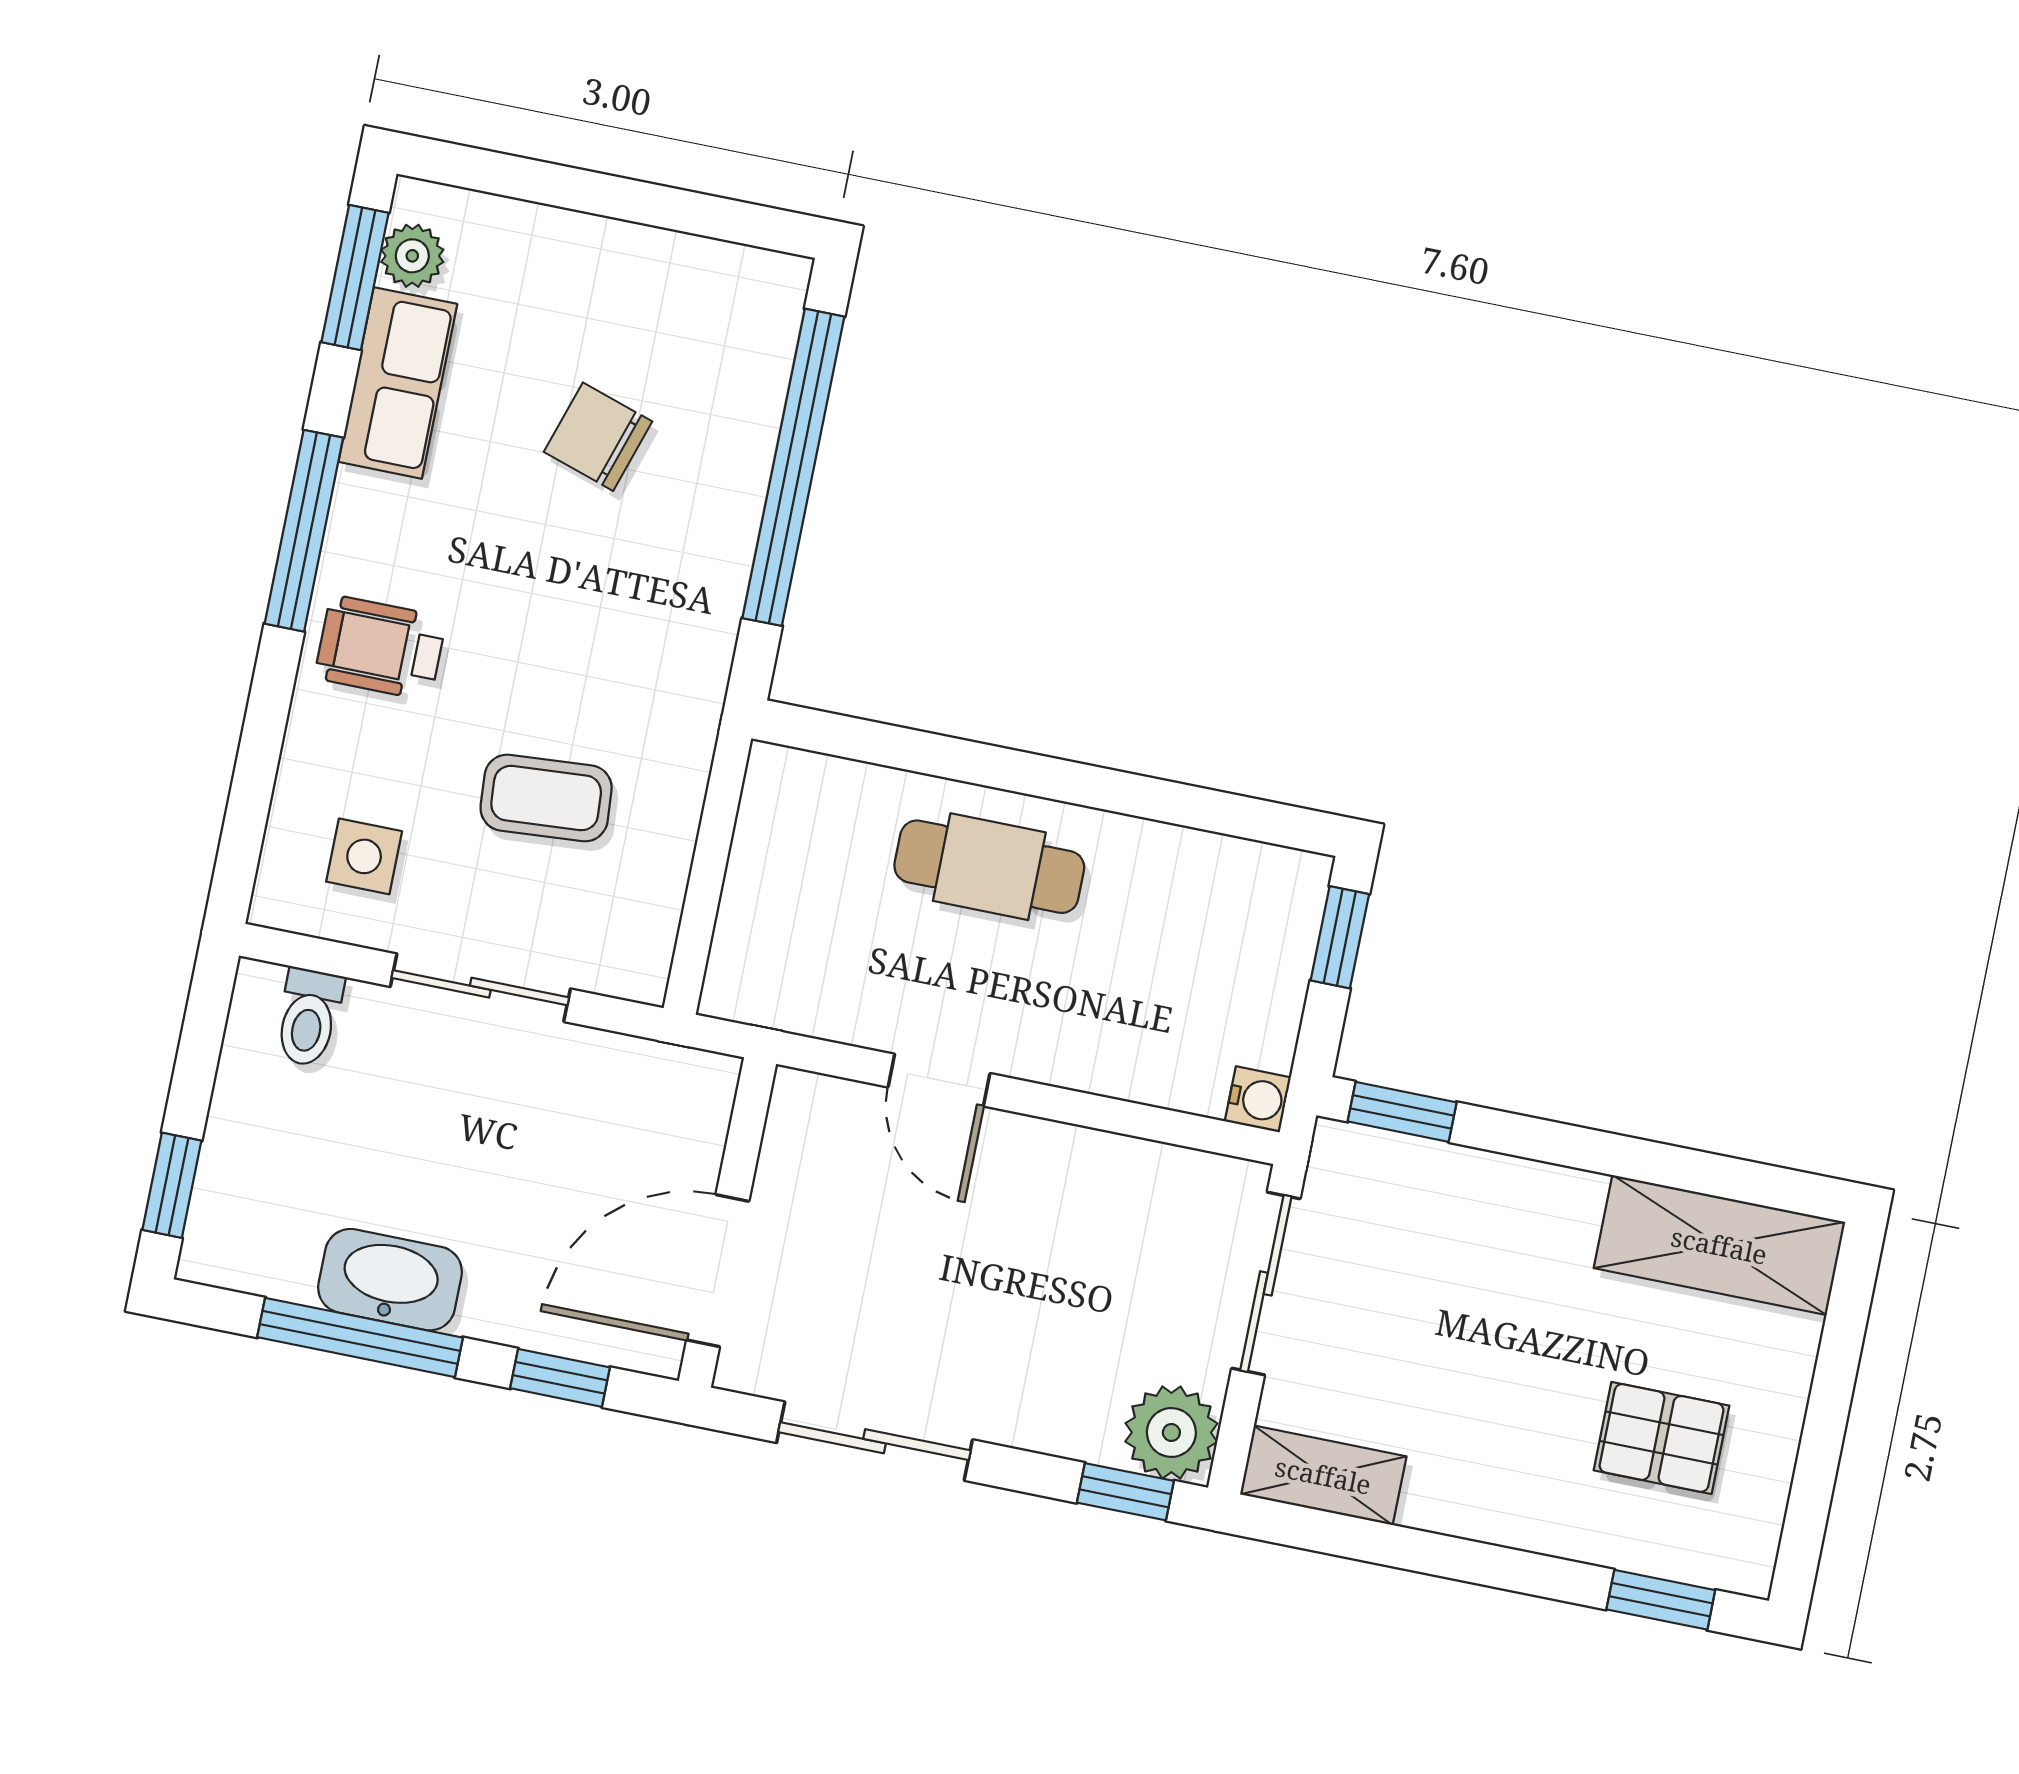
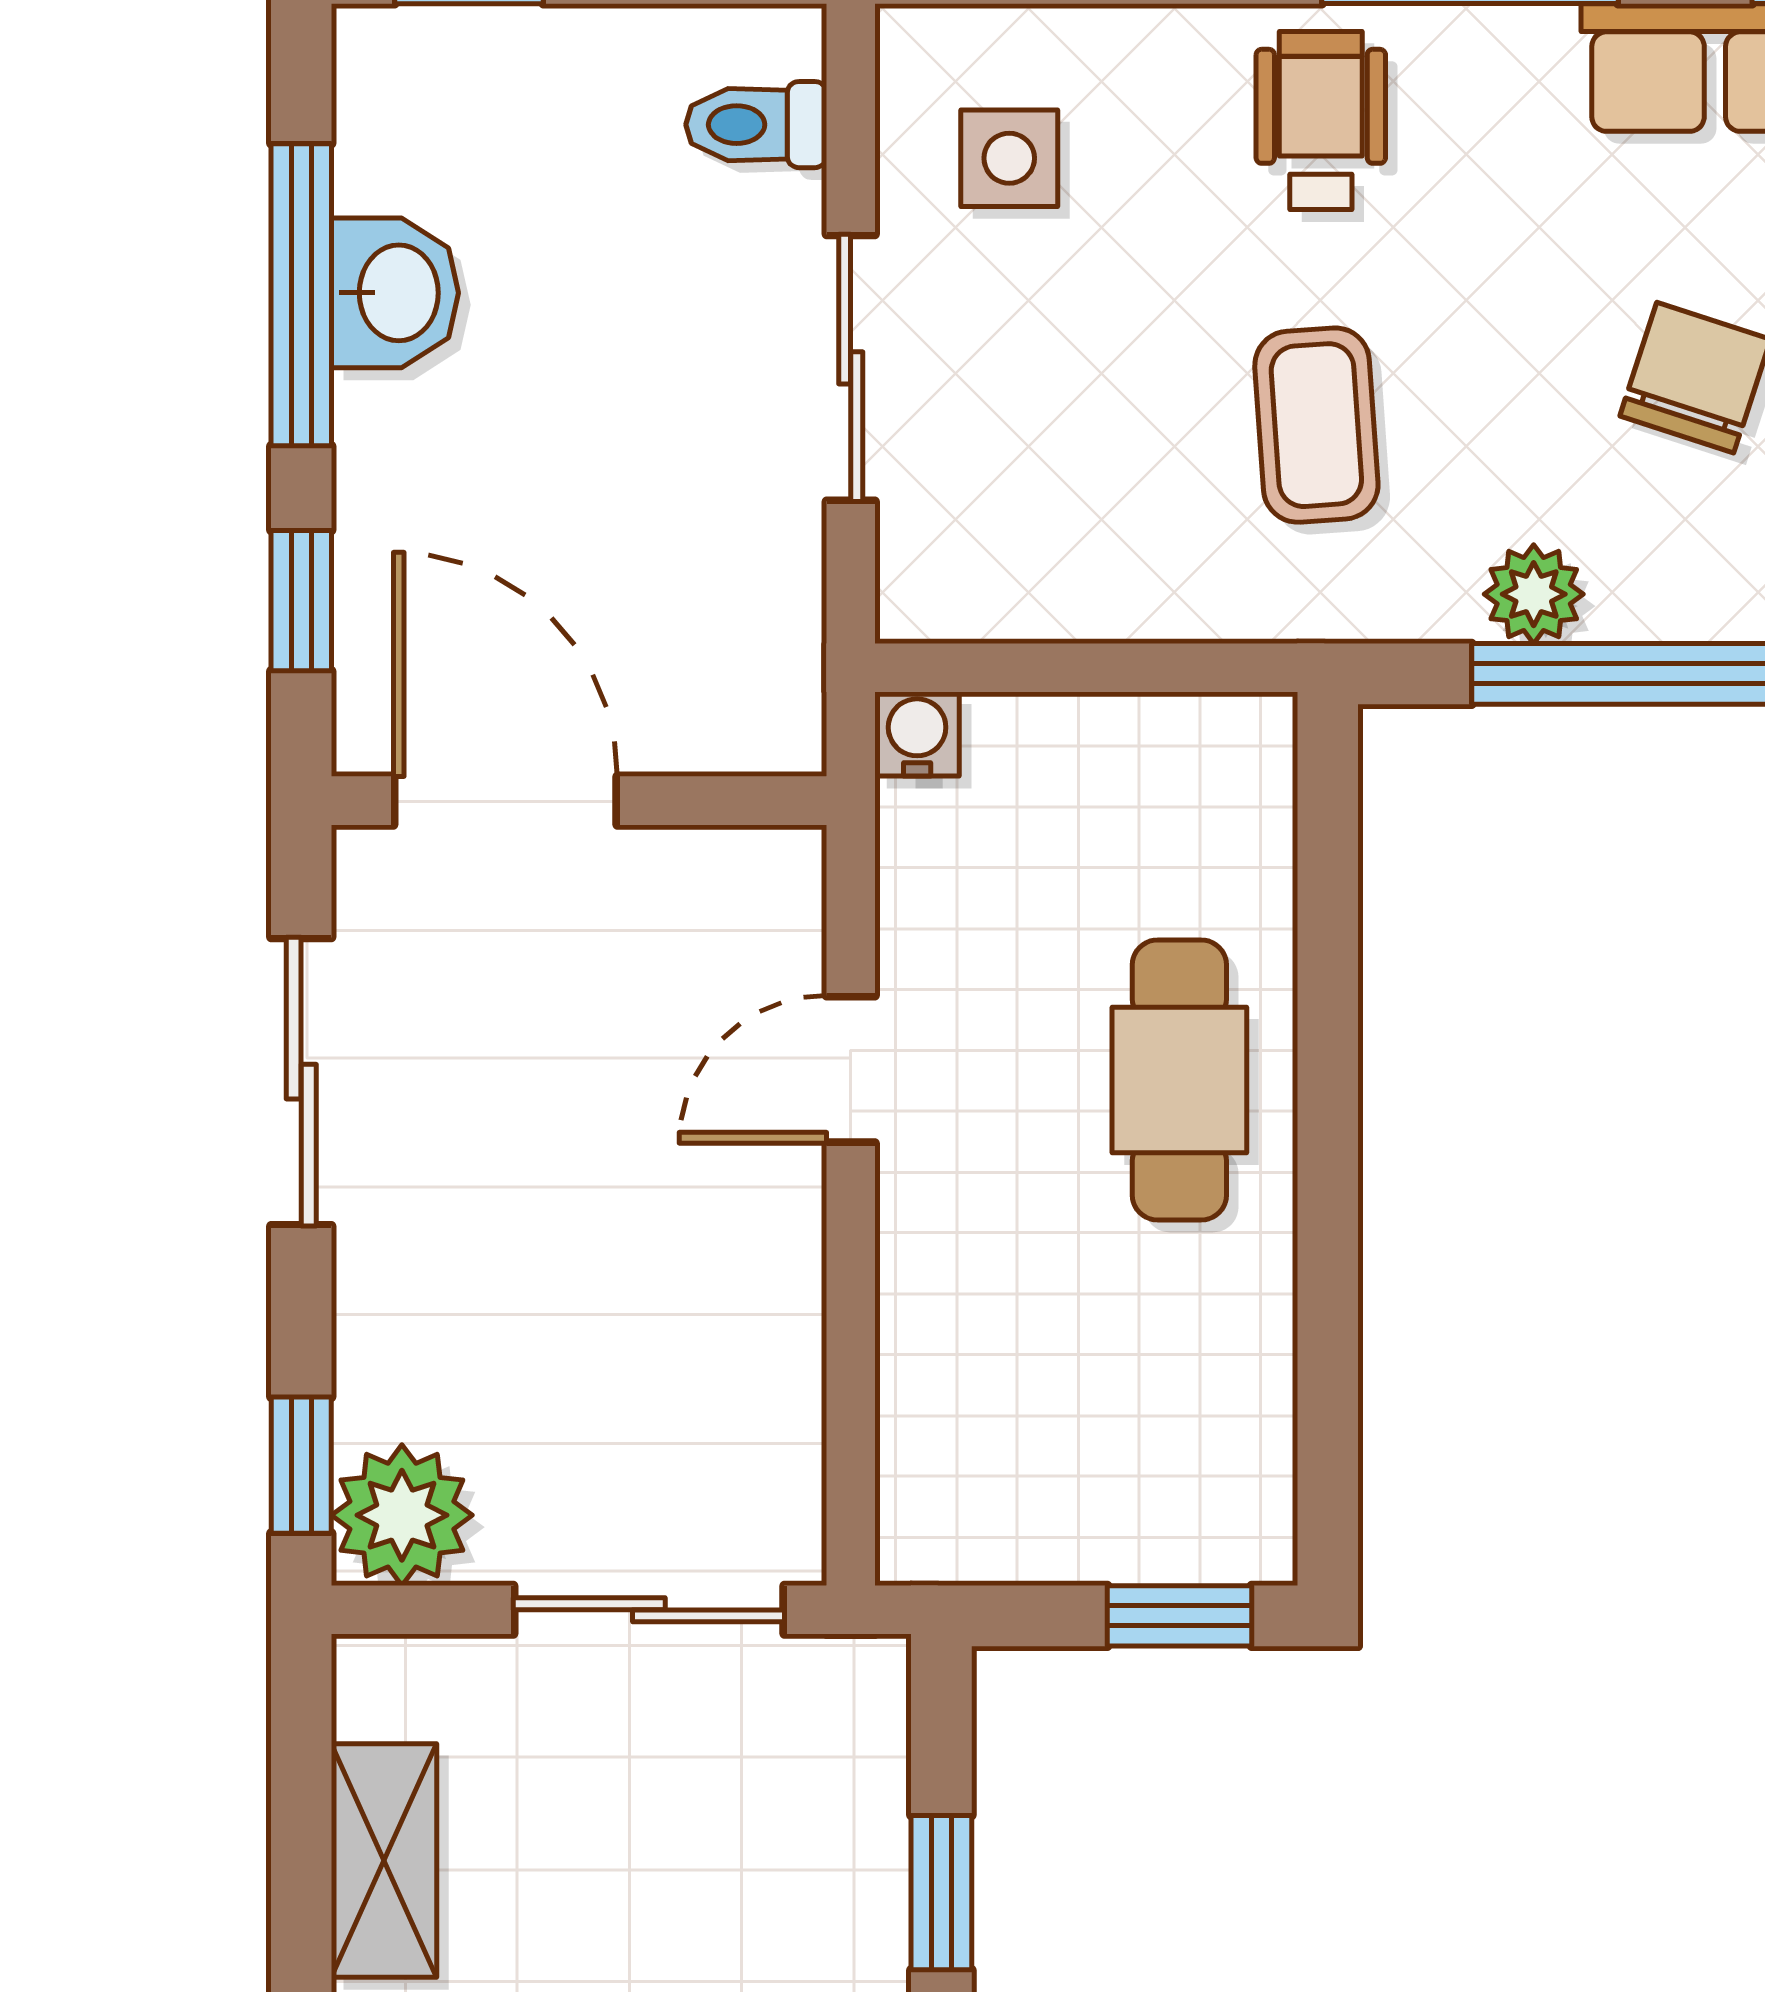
plant: (718, 571) -> (1534, 594), added
coffee table: (546, 798) -> (1316, 425), moved
water cooler: (1258, 1099) -> (917, 734), moved, turned 180
window: (1402, 1112) -> (941, 1893), moved
washbasin: (390, 1280) -> (395, 293), width x0.72
shelving: (1323, 1475) -> (384, 1861), moved

